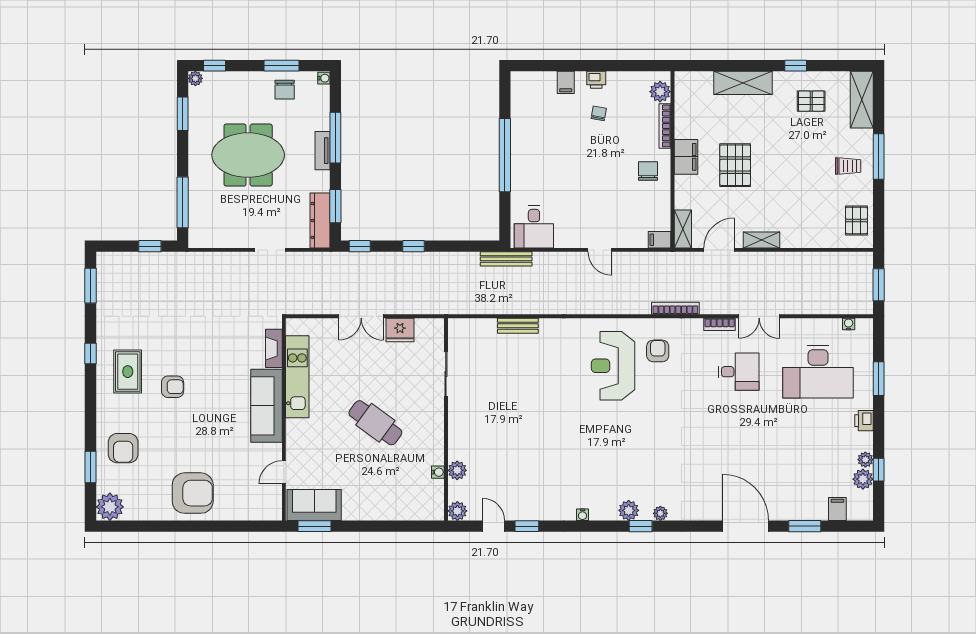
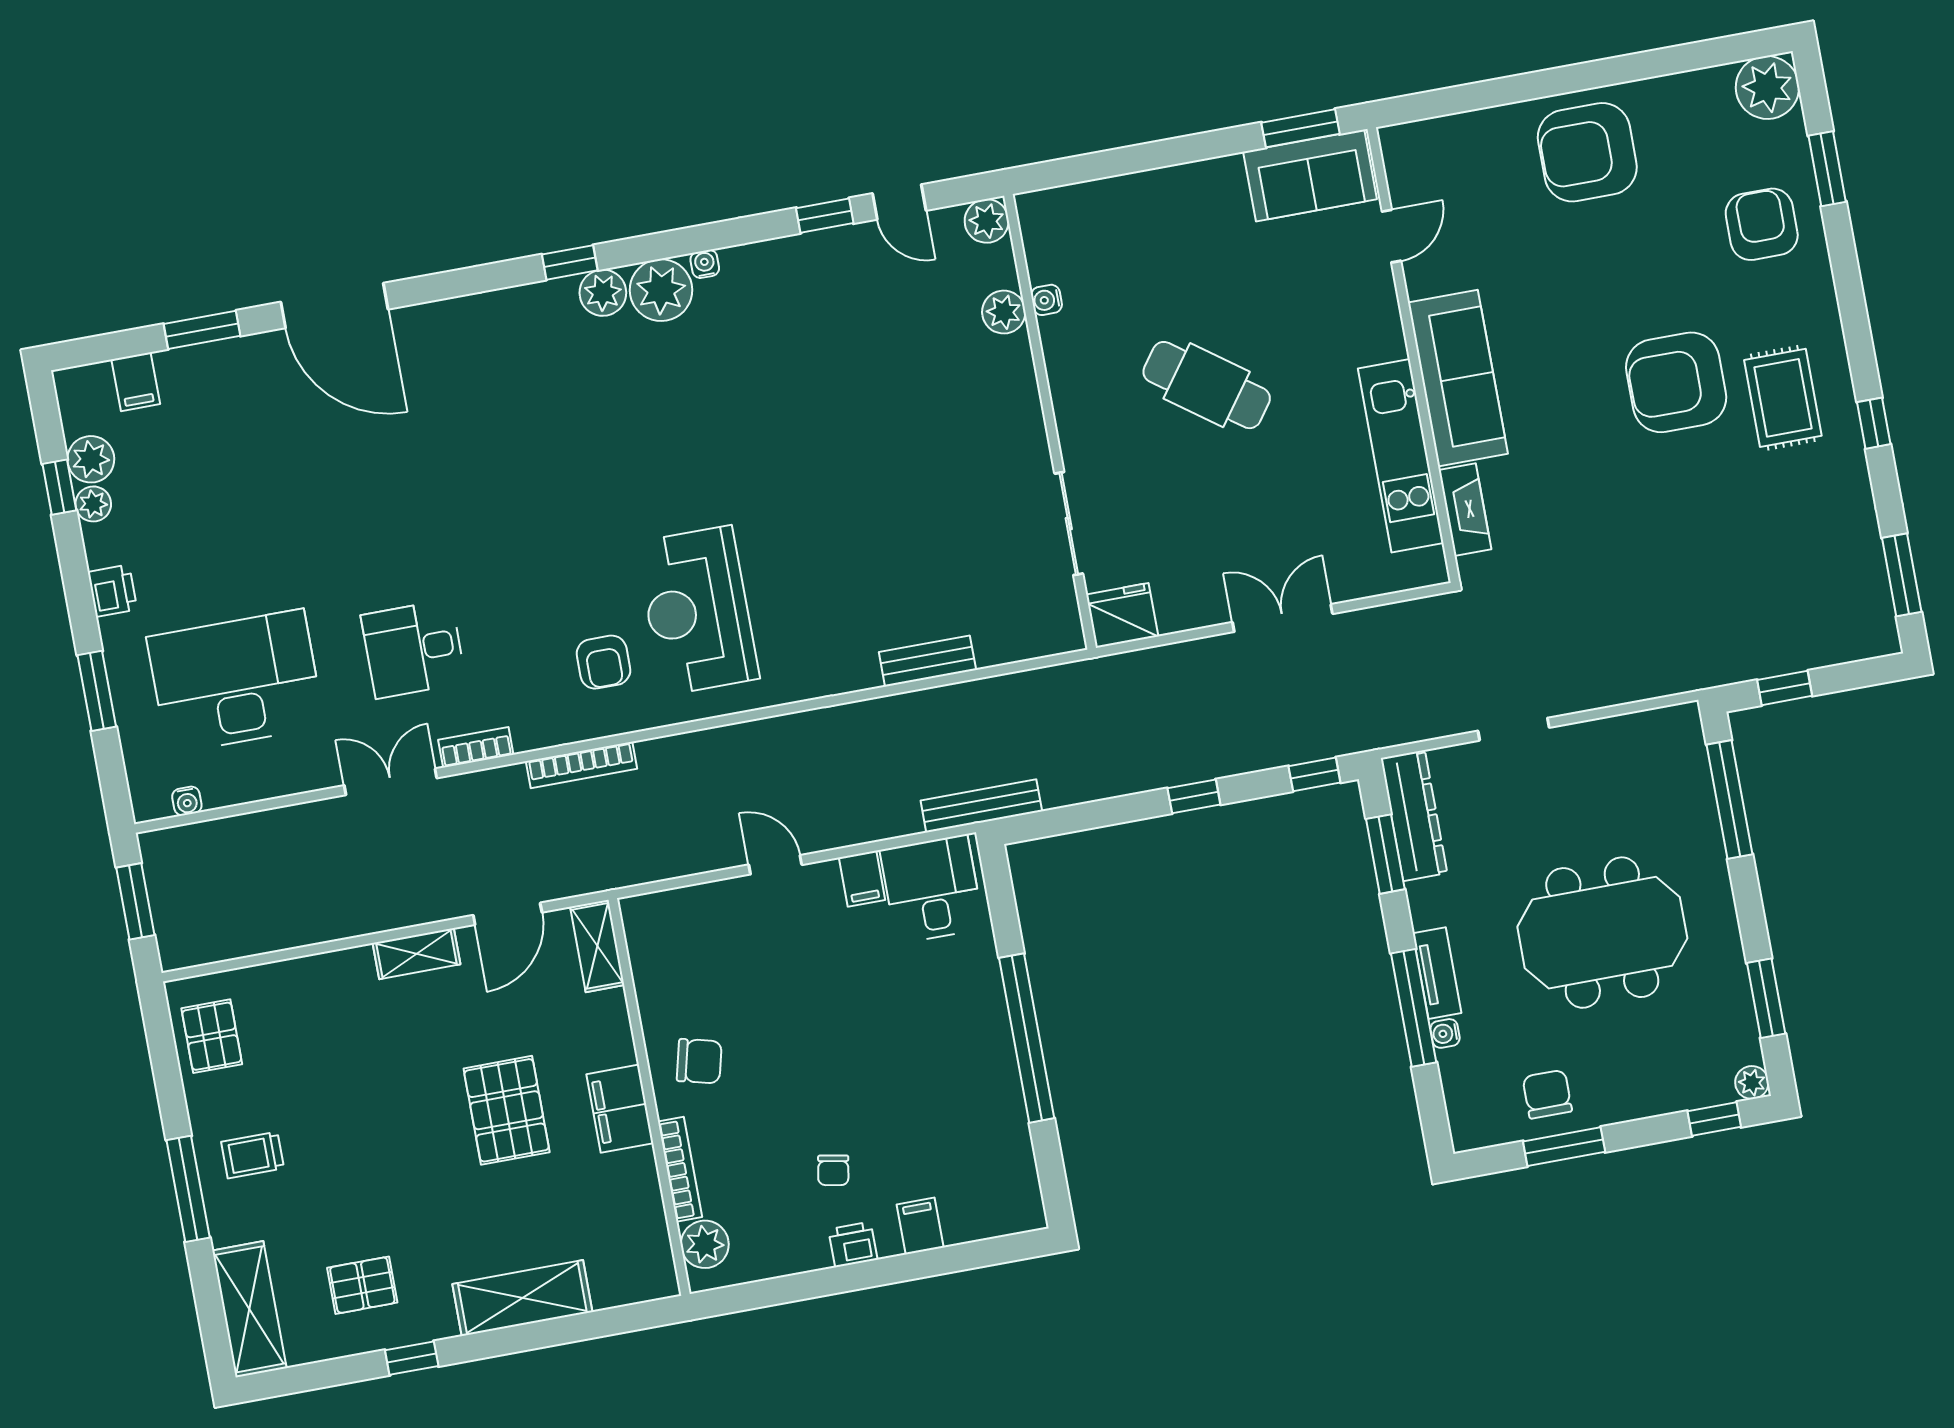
water cooler: (324, 78) -> (1445, 1033), moved
chair: (648, 171) -> (699, 1061), turned -76
filing cabinet: (660, 240) -> (862, 879), moved, turned 90
fridge: (400, 330) -> (1122, 615), moved
reception desk: (613, 366) -> (697, 610), turned 180
armchair: (173, 387) -> (1676, 382), width x1.88, depth x1.88
plant: (660, 513) -> (661, 290), moved, width x1.88, depth x1.88

